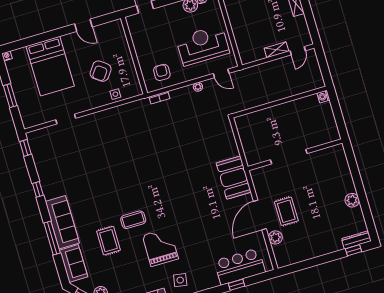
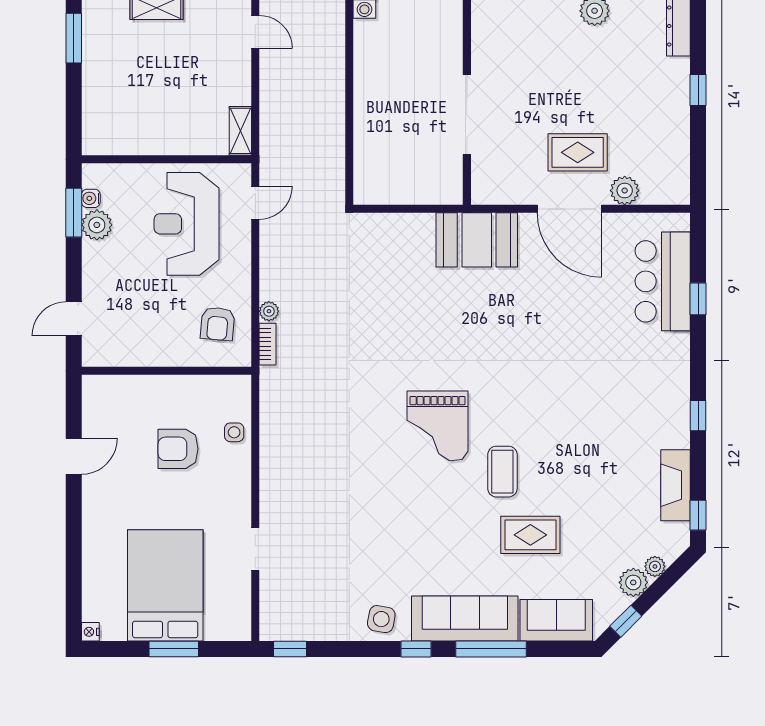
shelving: (276, 50) -> (240, 131), moved
bed: (50, 66) -> (165, 585), moved, turned -90
armchair: (101, 71) -> (178, 449), turned 144
armchair: (162, 72) -> (218, 324), turned -87
plant: (198, 87) -> (269, 311), moved
window: (38, 189) -> (416, 649), moved
grand piano: (160, 247) -> (438, 426), moved, turned -90
window: (354, 250) -> (698, 90), moved
side table: (180, 280) -> (381, 619), moved

